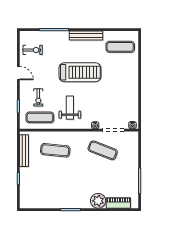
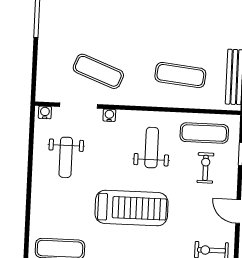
treadmill: (80, 72) -> (131, 208), turned 180
weight bench: (119, 100) -> (66, 157), added
weight bench: (70, 108) -> (152, 148), turned 180

